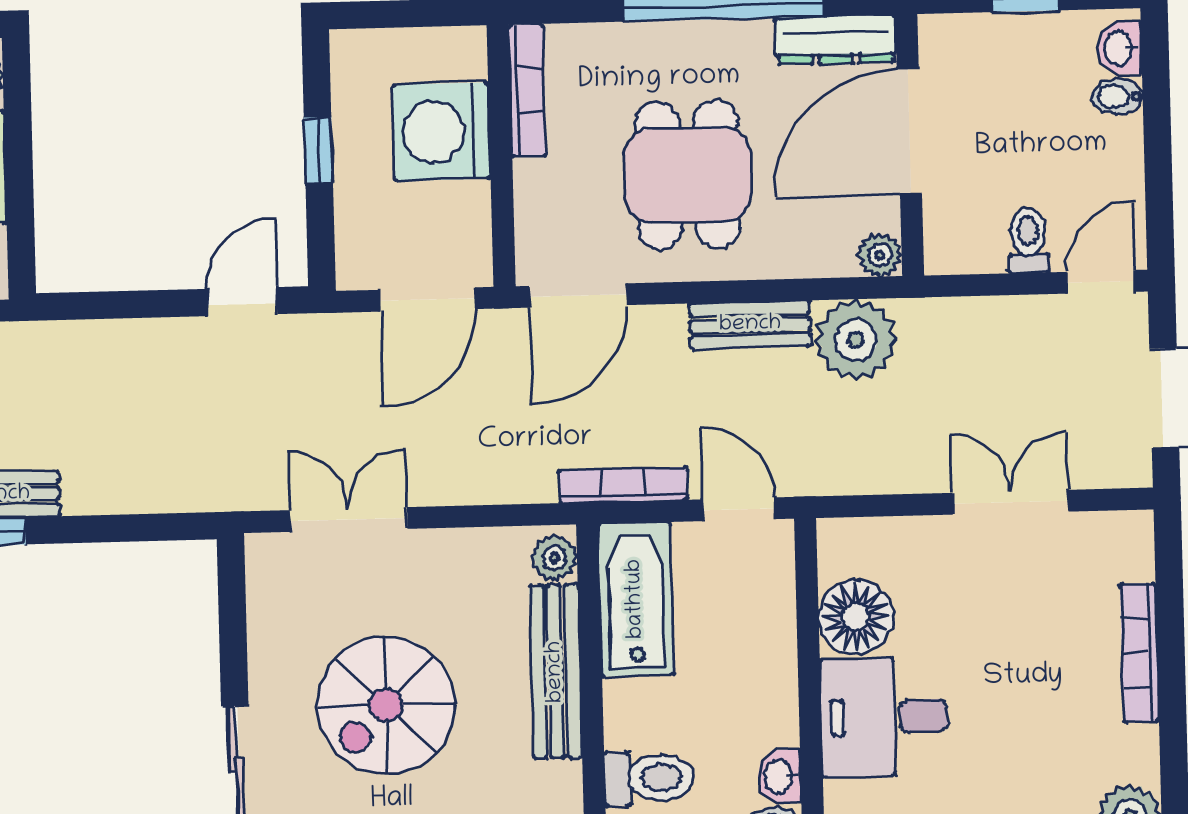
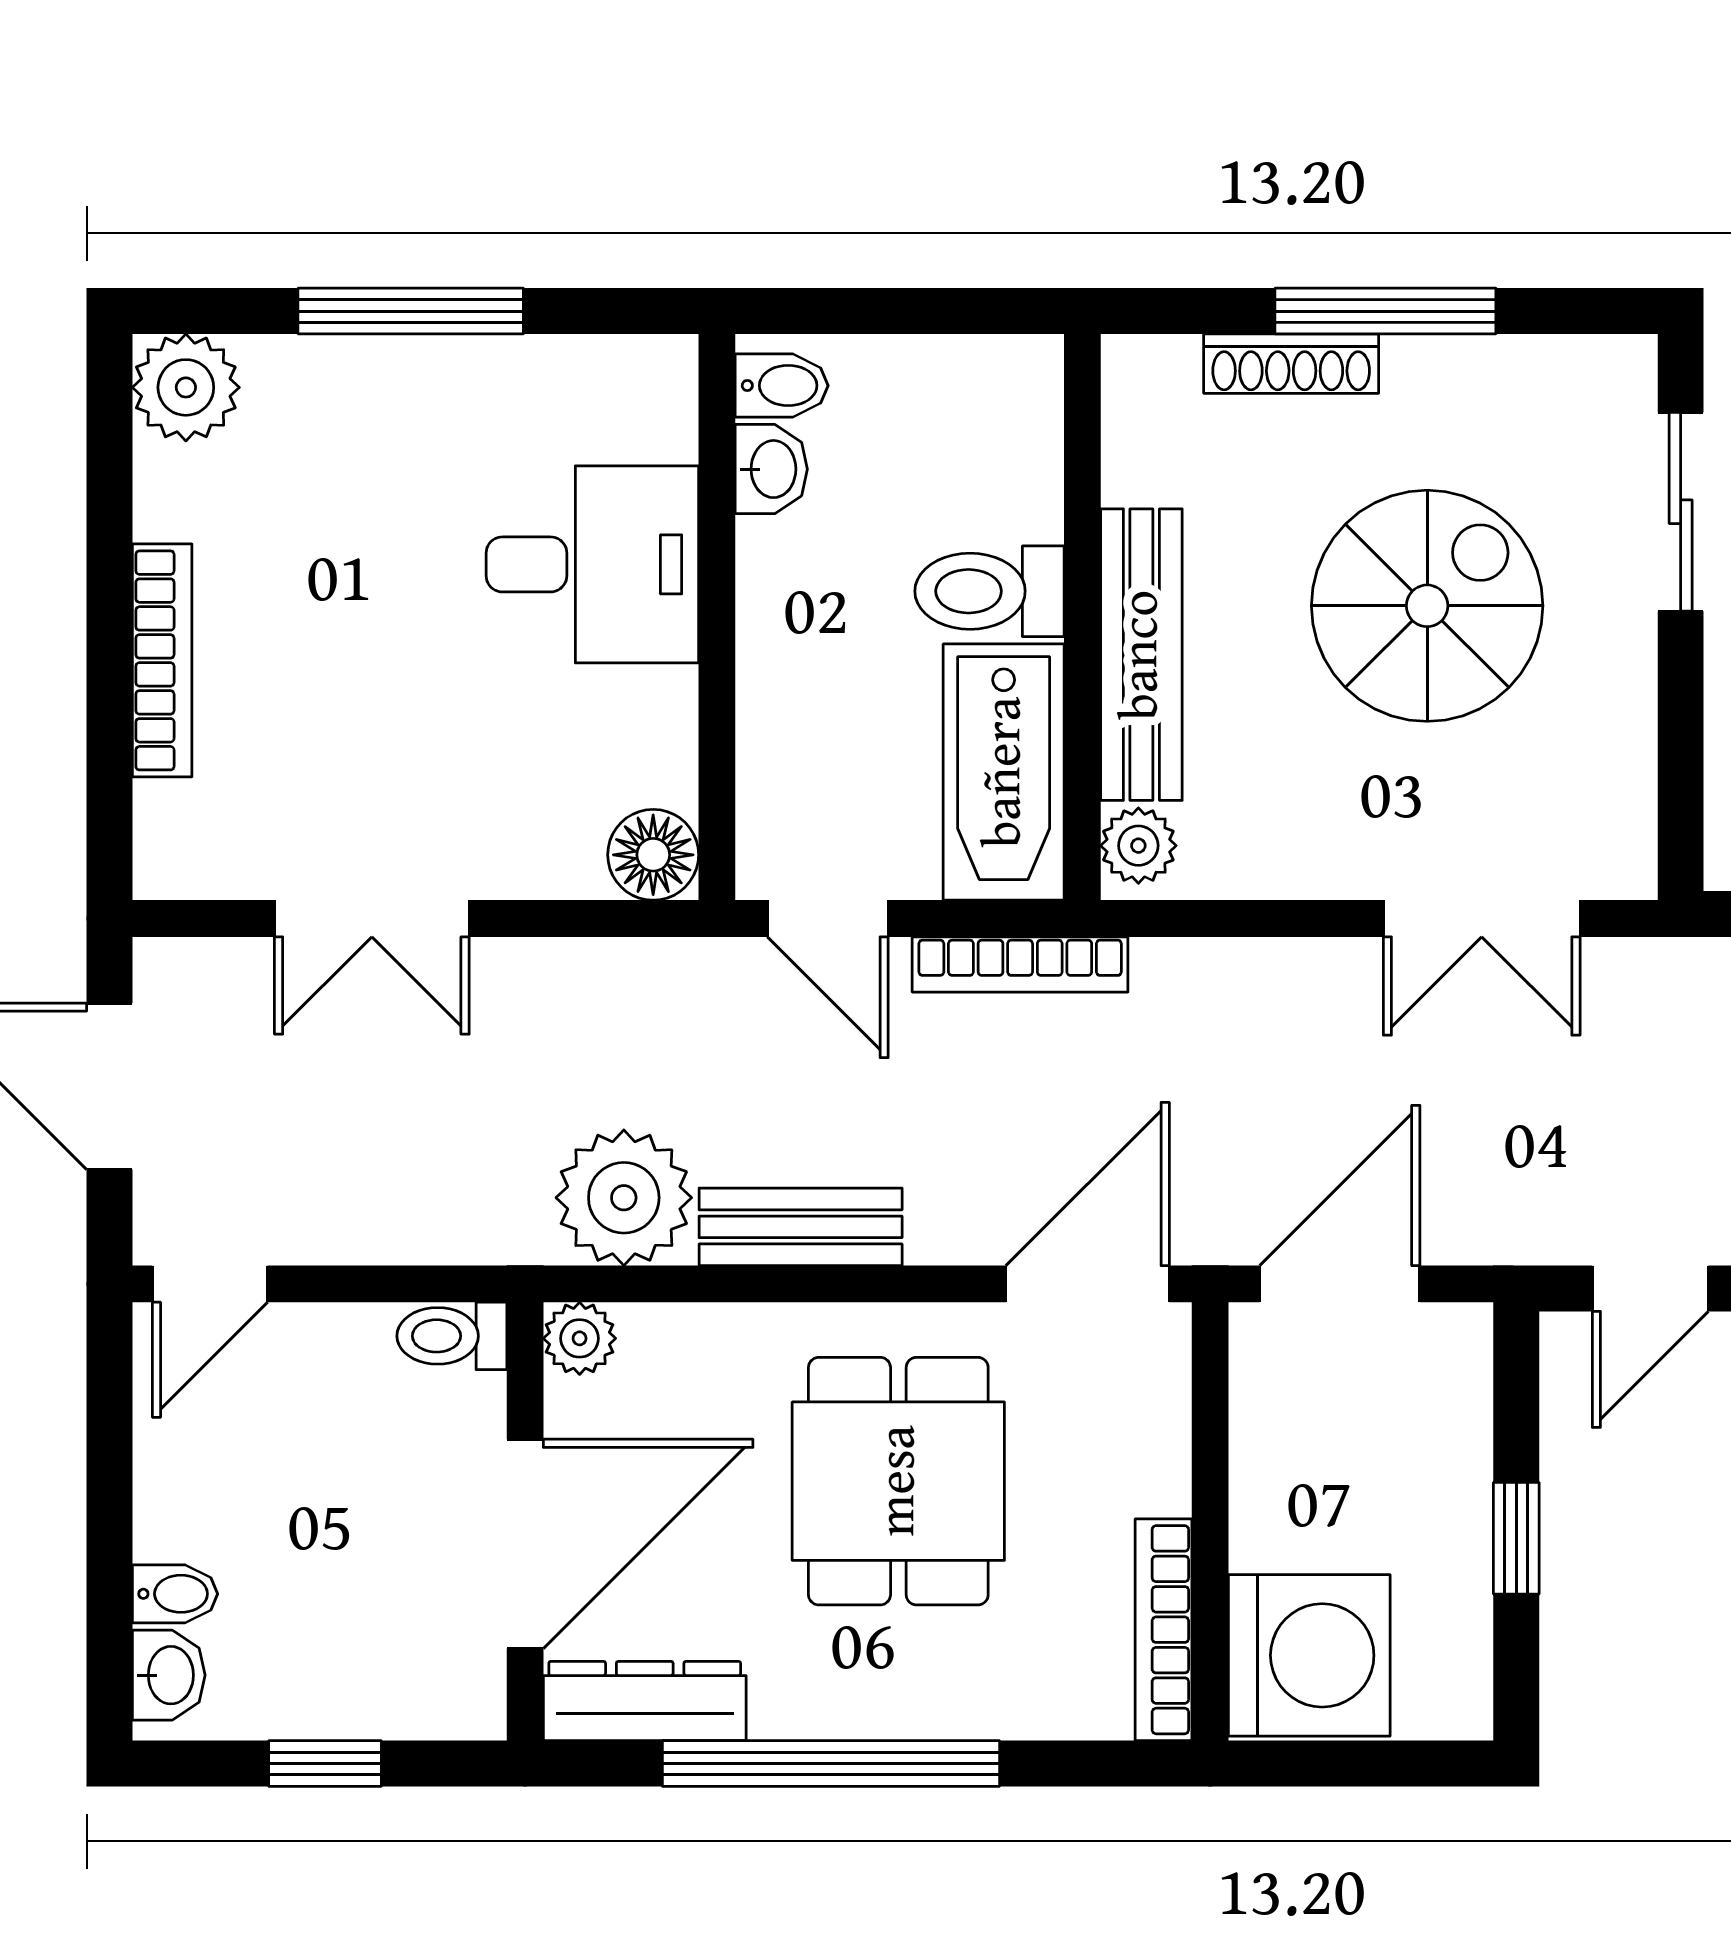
washing machine: (441, 132) -> (1309, 1655), moved
toilet: (1028, 240) -> (452, 1336), moved, turned 90
floor lamp: (856, 617) -> (653, 855), moved, width x0.73, depth x0.73
toilet: (649, 778) -> (989, 591), moved

